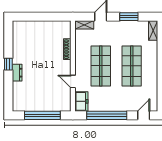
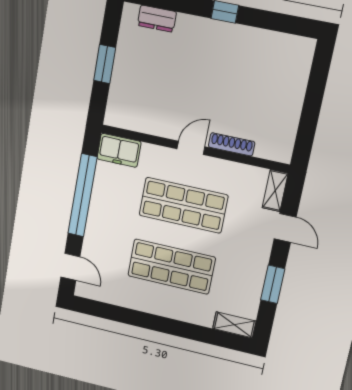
dresser: (17, 73) -> (157, 19), moved
door: (73, 82) -> (191, 148), moved
window: (42, 115) -> (105, 64), width x0.47

